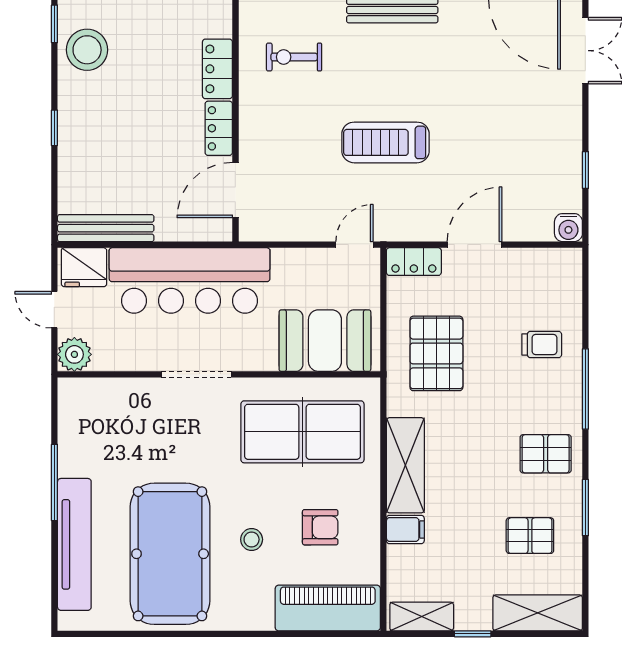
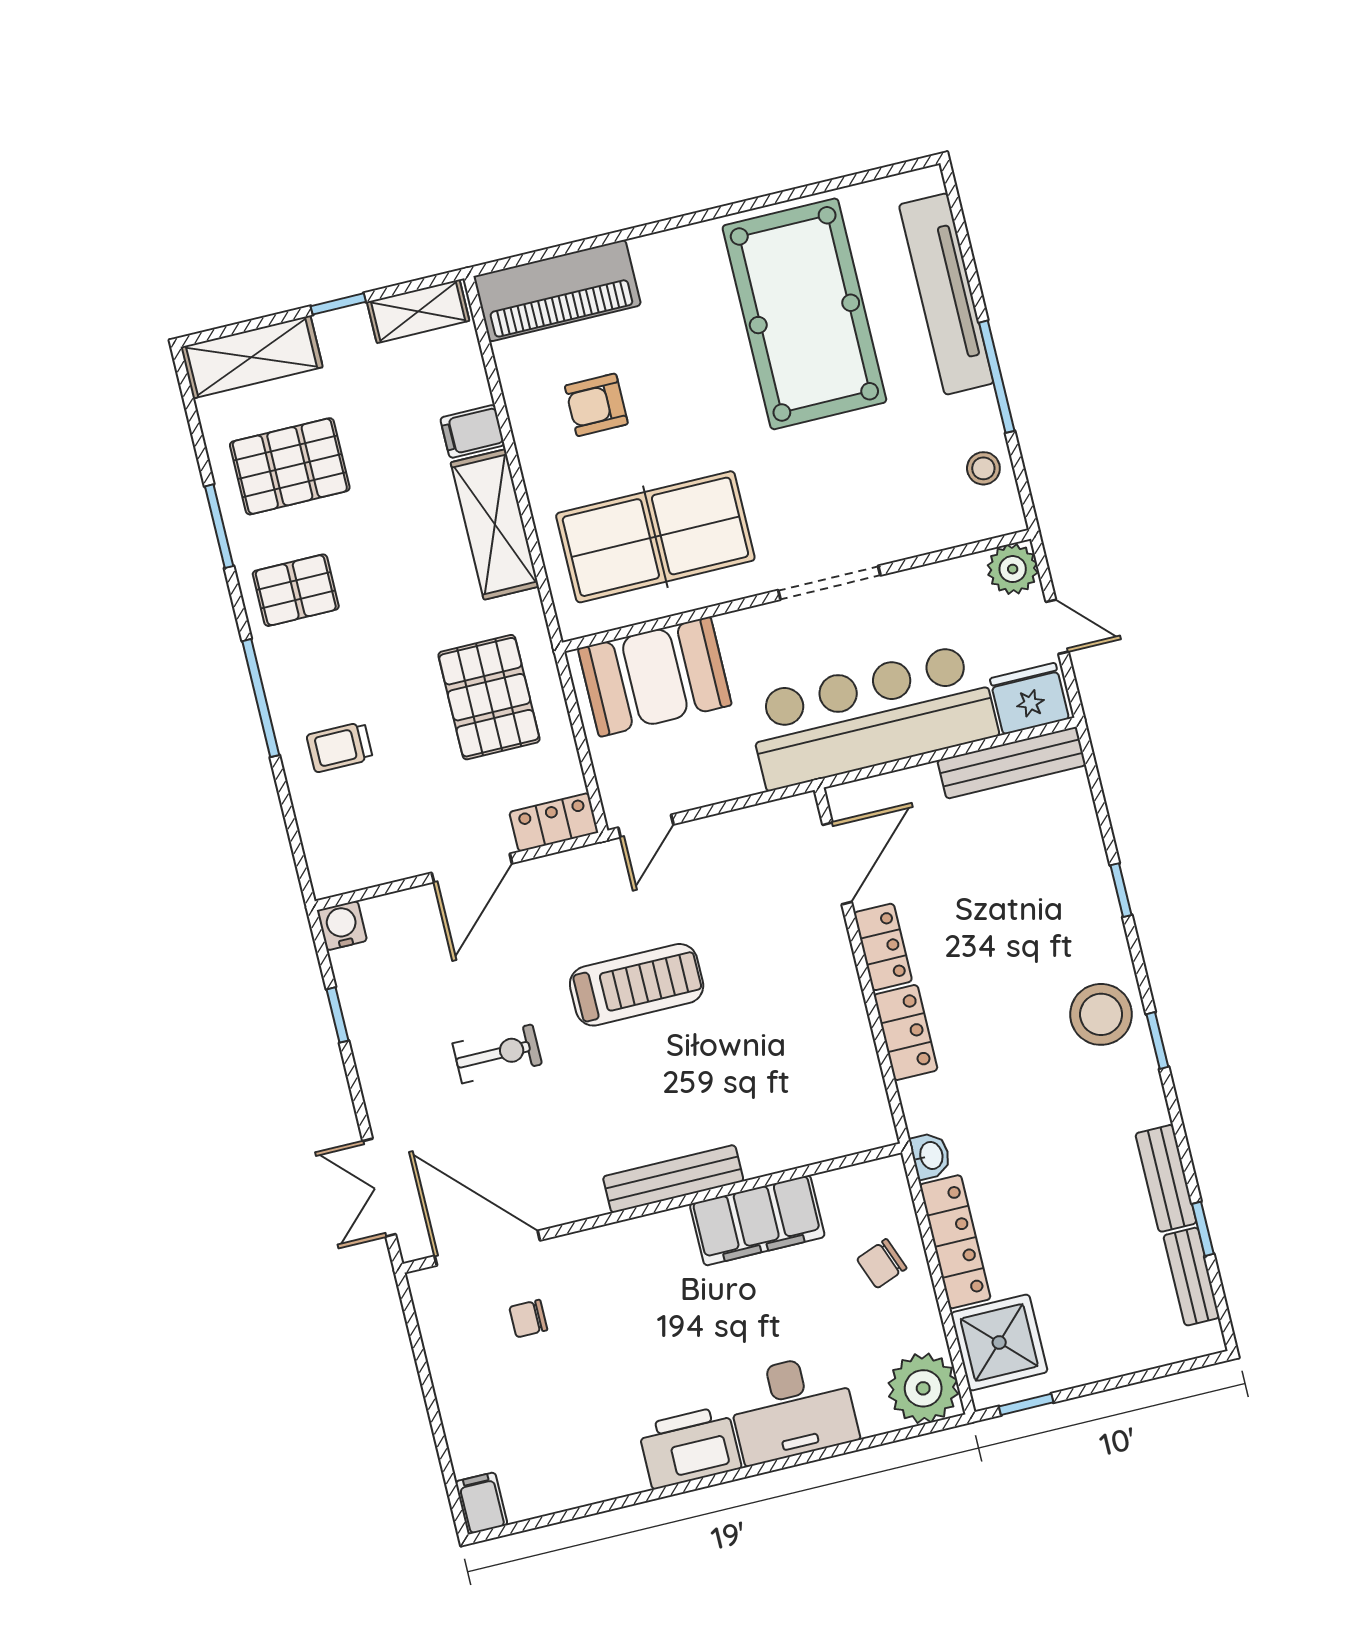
exercise bike: (294, 57) -> (497, 1054), moved
pallet: (530, 536) -> (290, 466), width x1.50, depth x1.42
stool: (252, 539) -> (983, 468), moved

